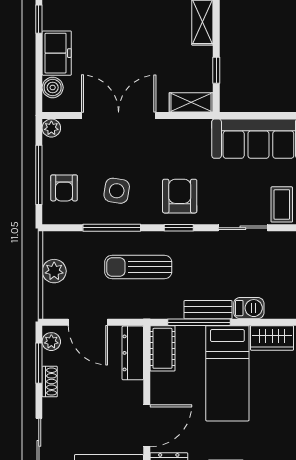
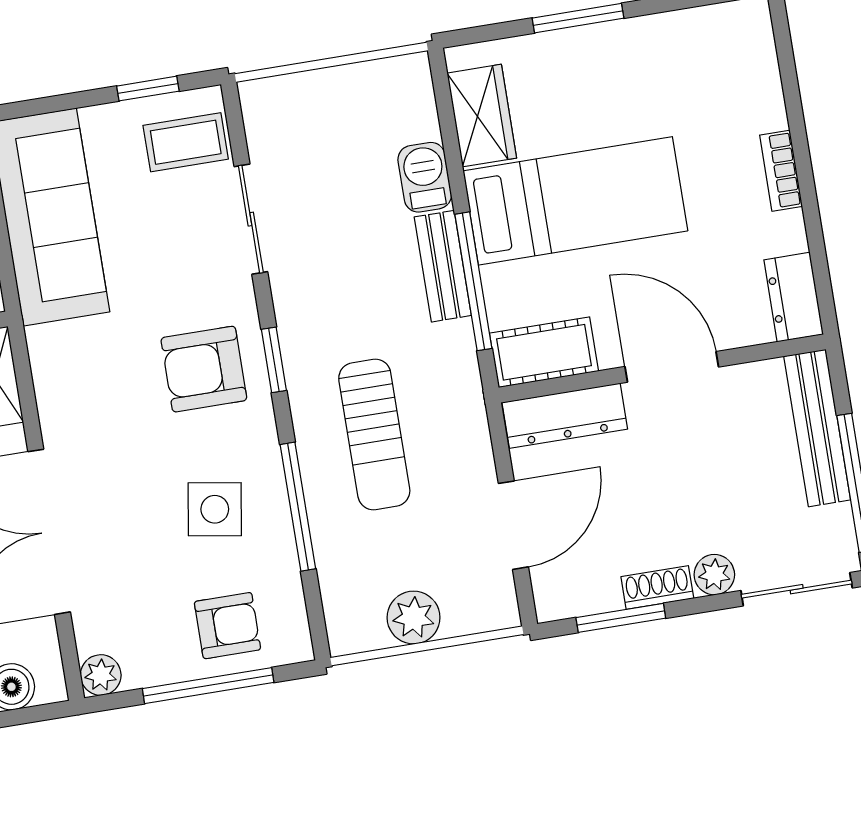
plant: (51, 342) -> (714, 575), moved
door: (147, 426) -> (672, 367), moved

